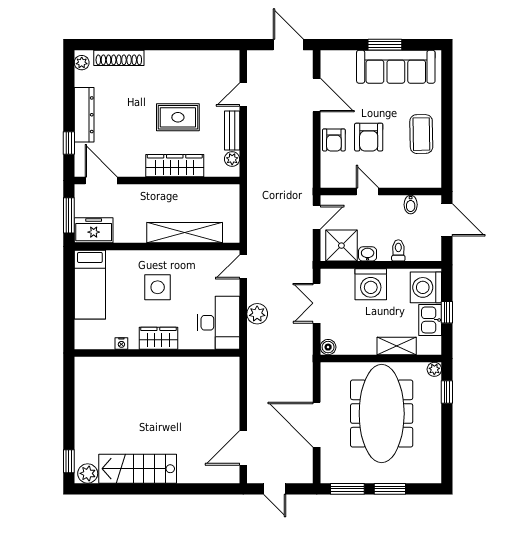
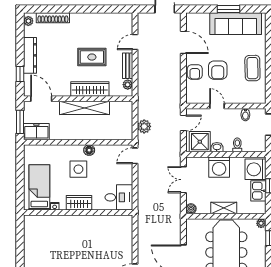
shelving: (185, 233) -> (84, 108), moved
floor lamp: (174, 258) -> (89, 150), added
bed: (90, 285) -> (39, 187), moved, turned 180
plant: (257, 314) -> (144, 126), moved
desk: (219, 323) -> (119, 197), width x0.73
shelving: (397, 346) -> (224, 208), moved

